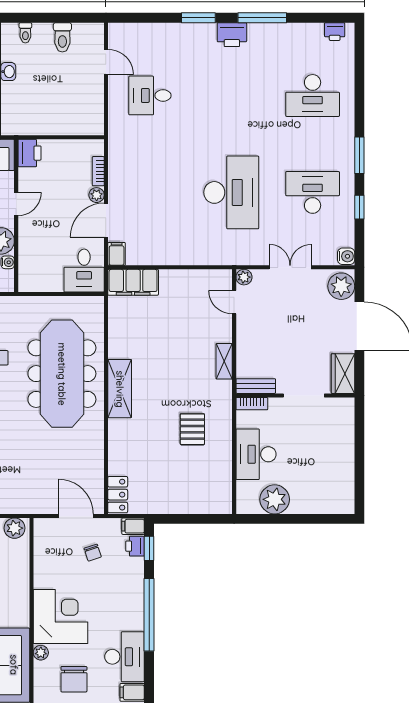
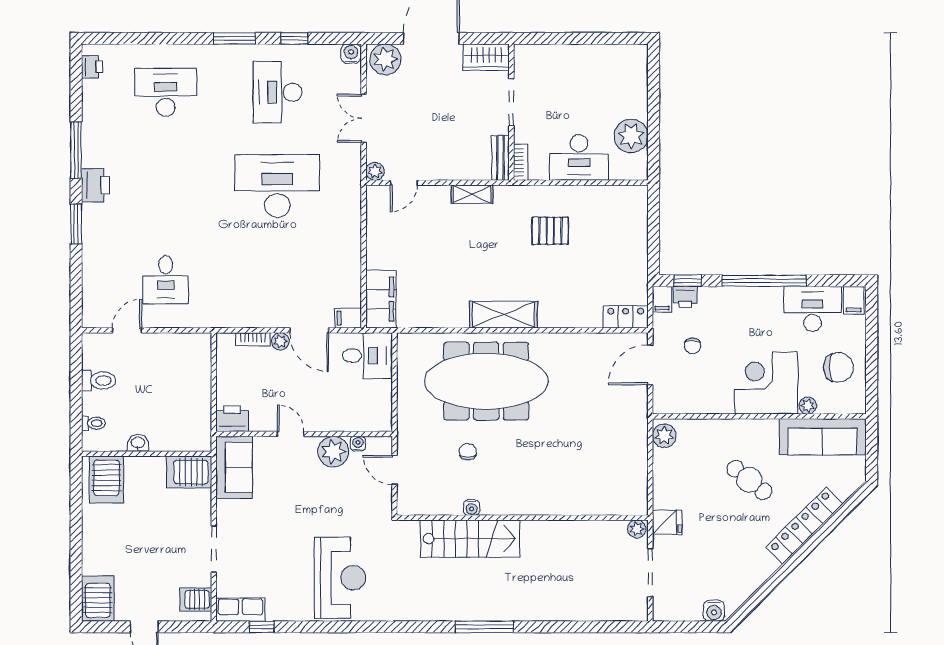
desk: (313, 95) -> (166, 92), turned -90
chair: (93, 553) -> (693, 346), turned 108

